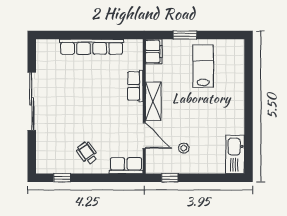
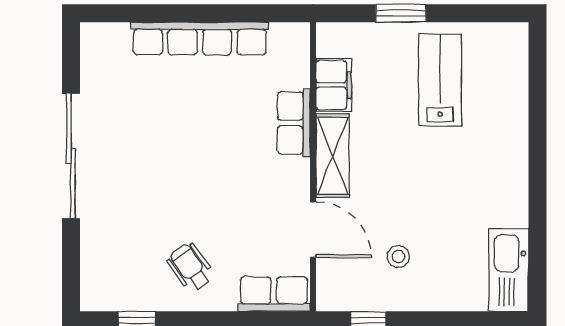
filing cabinet: (154, 52) -> (334, 85), moved

